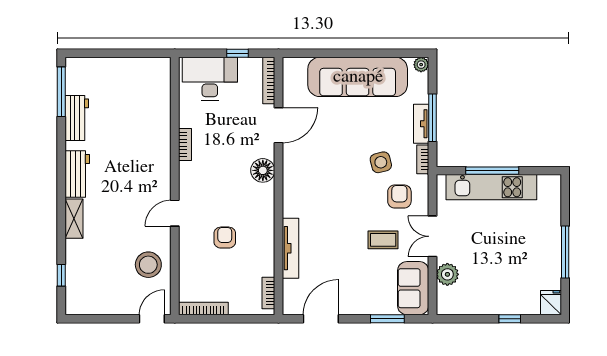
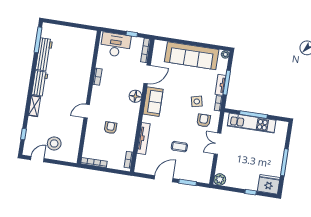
workbench: (77, 118) -> (44, 54), width x1.38
coffee table: (383, 240) -> (179, 147), moved
stool: (148, 265) -> (54, 143), moved
plant: (447, 274) -> (220, 179), moved
sofa: (413, 288) -> (153, 102), moved, turned 180
fridge: (551, 303) -> (269, 184), width x1.88, depth x1.34
door: (152, 319) -> (37, 159), moved
door: (321, 319) -> (164, 179), moved

